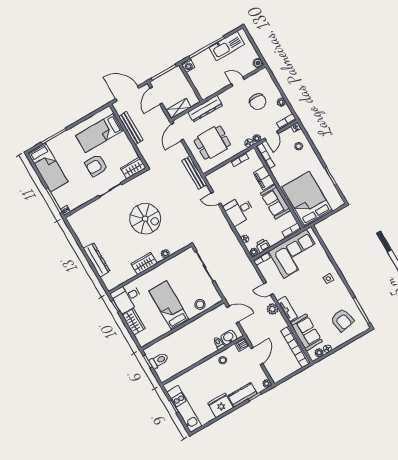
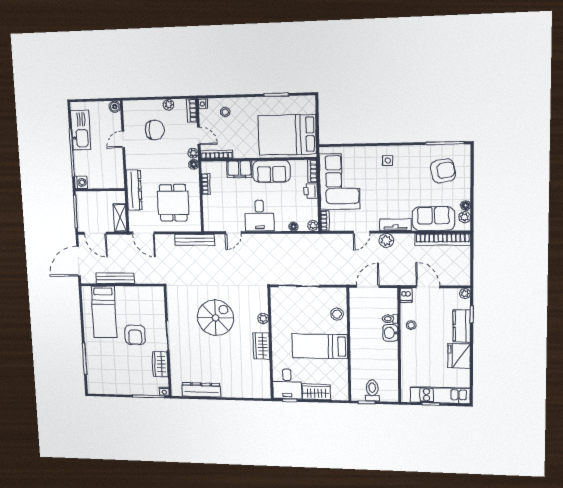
bed: (48, 167) -> (112, 383), removed
wardrobe: (133, 168) -> (160, 364), moved
printer: (263, 246) -> (311, 191), moved
dresser: (97, 260) -> (201, 390), moved
washbasin: (229, 337) -> (390, 333), moved

